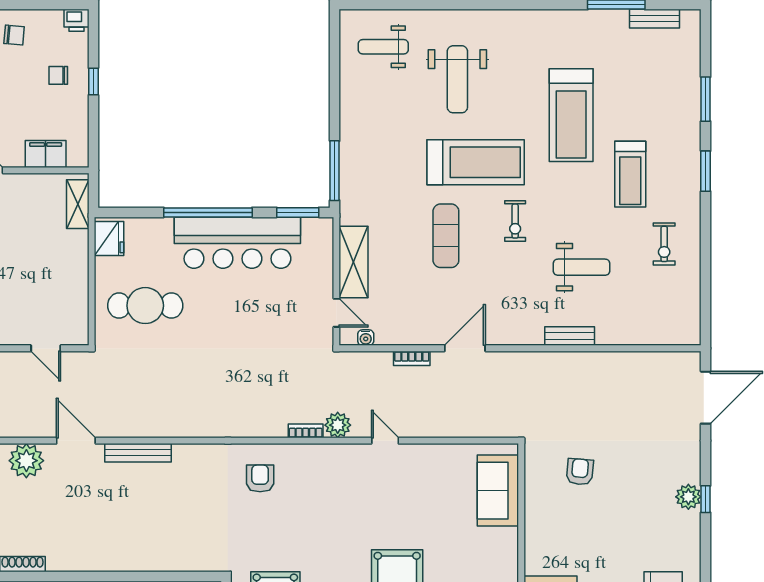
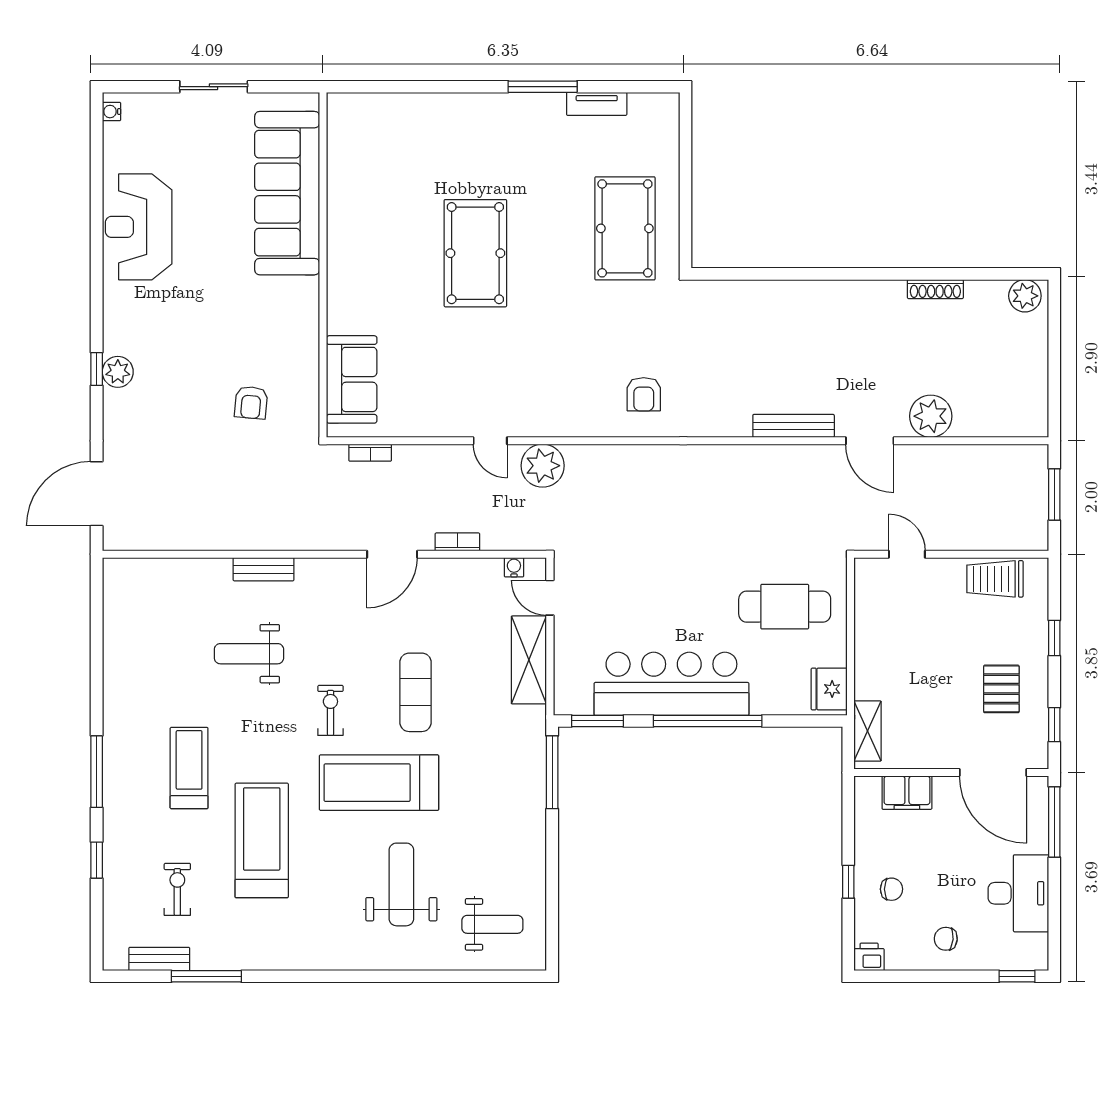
window: (706, 99) -> (97, 860), width x0.67
window: (706, 171) -> (97, 772), width x1.44
exercise bike: (664, 244) -> (177, 889), moved
plant: (338, 425) -> (543, 466), width x1.36, depth x1.36
bookcase: (306, 431) -> (370, 453), moved

